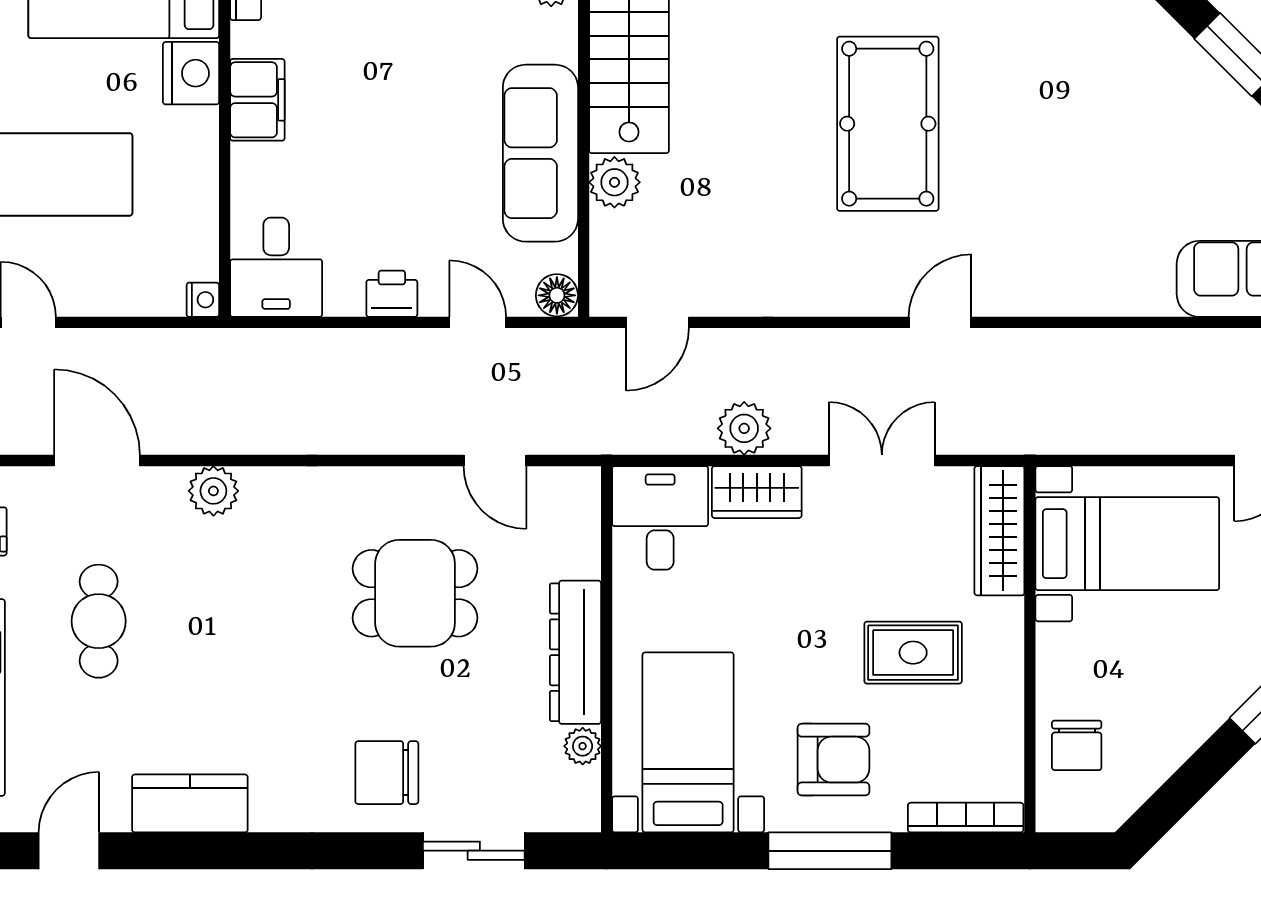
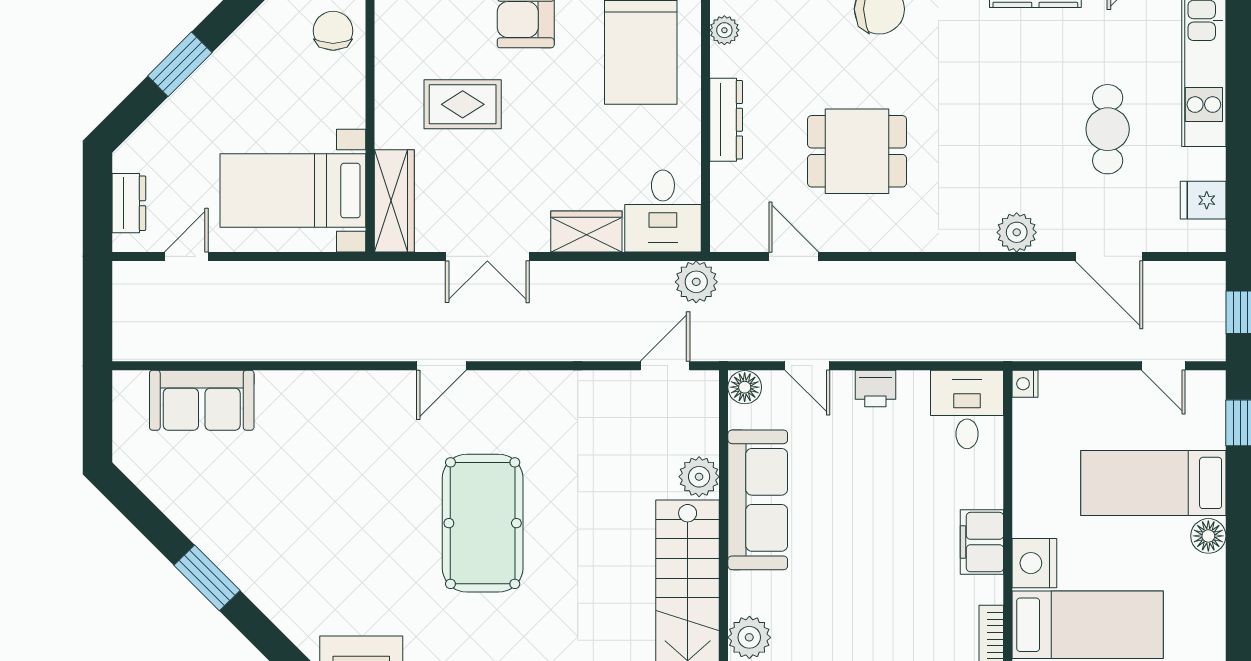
plant: (744, 428) -> (696, 282), moved
dresser: (575, 652) -> (726, 120), width x0.73, depth x0.80

